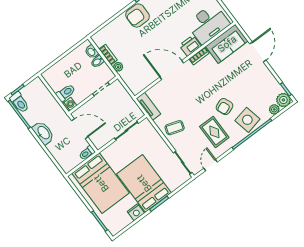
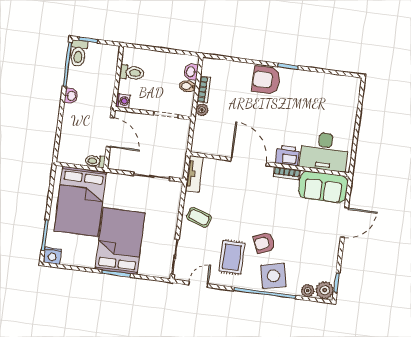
toilet: (66, 93) -> (132, 73), moved
washbasin: (43, 133) -> (71, 96), width x0.52, depth x0.69
nightstand: (136, 212) -> (52, 256), moved

